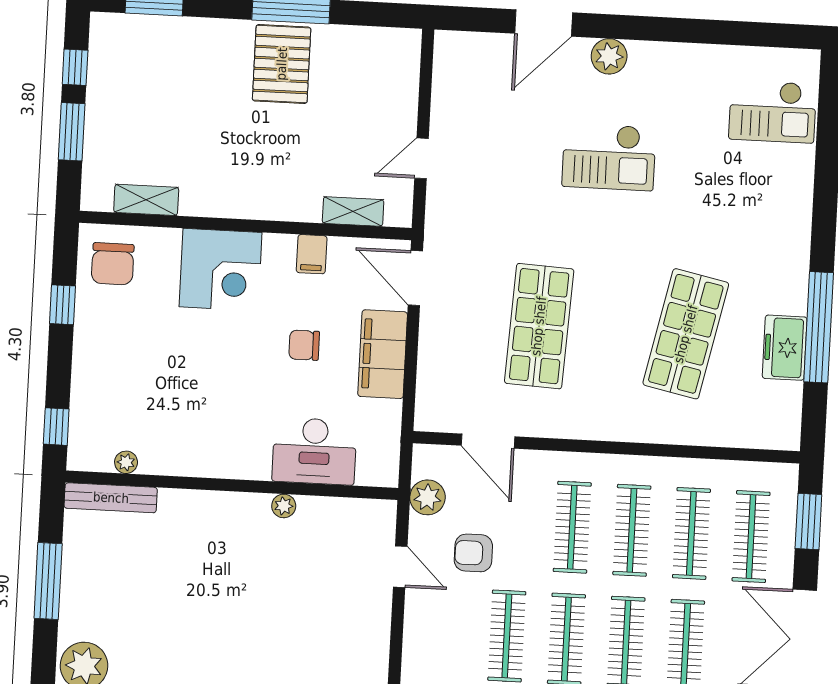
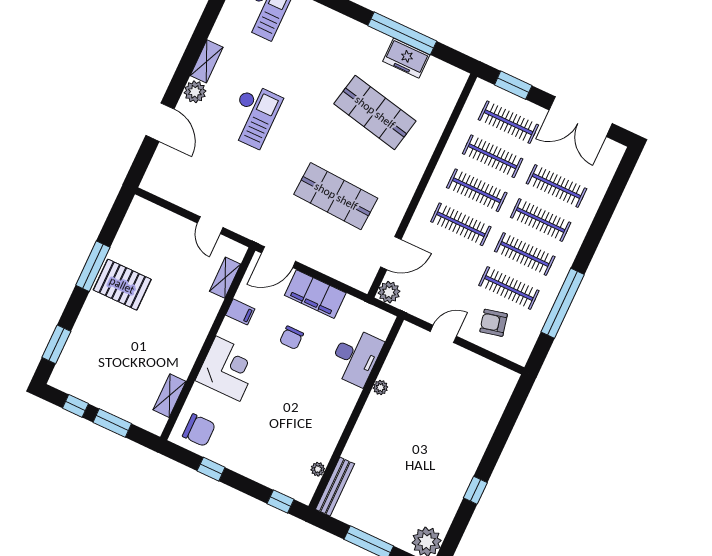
shelving: (661, 55) -> (207, 61), added
plant: (427, 497) -> (389, 292), moved
armchair: (473, 553) -> (494, 323), moved, turned 77

